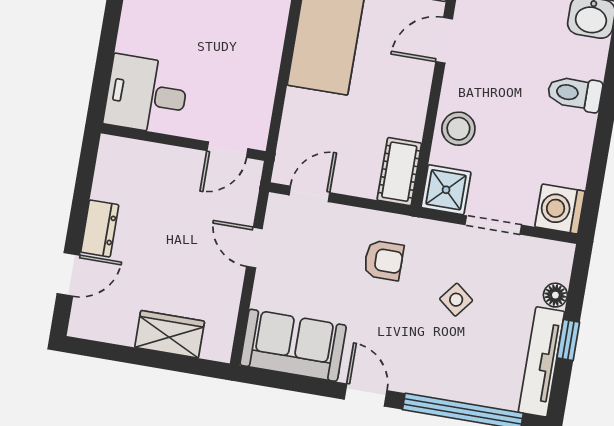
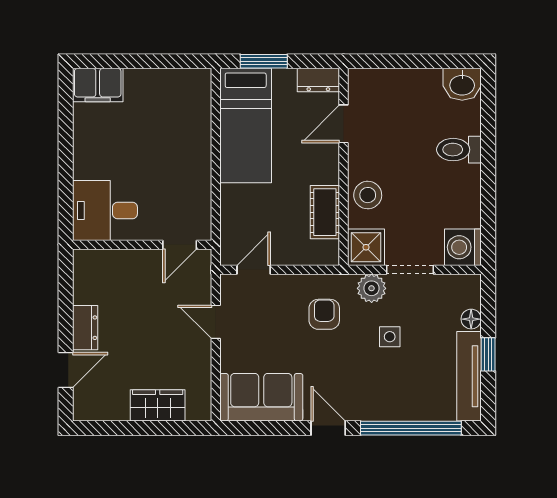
cot: (399, 172) -> (325, 212), moved
plant: (444, 239) -> (372, 288), added
armchair: (384, 260) -> (324, 314), turned -90
side table: (456, 300) -> (390, 337), turned -38

